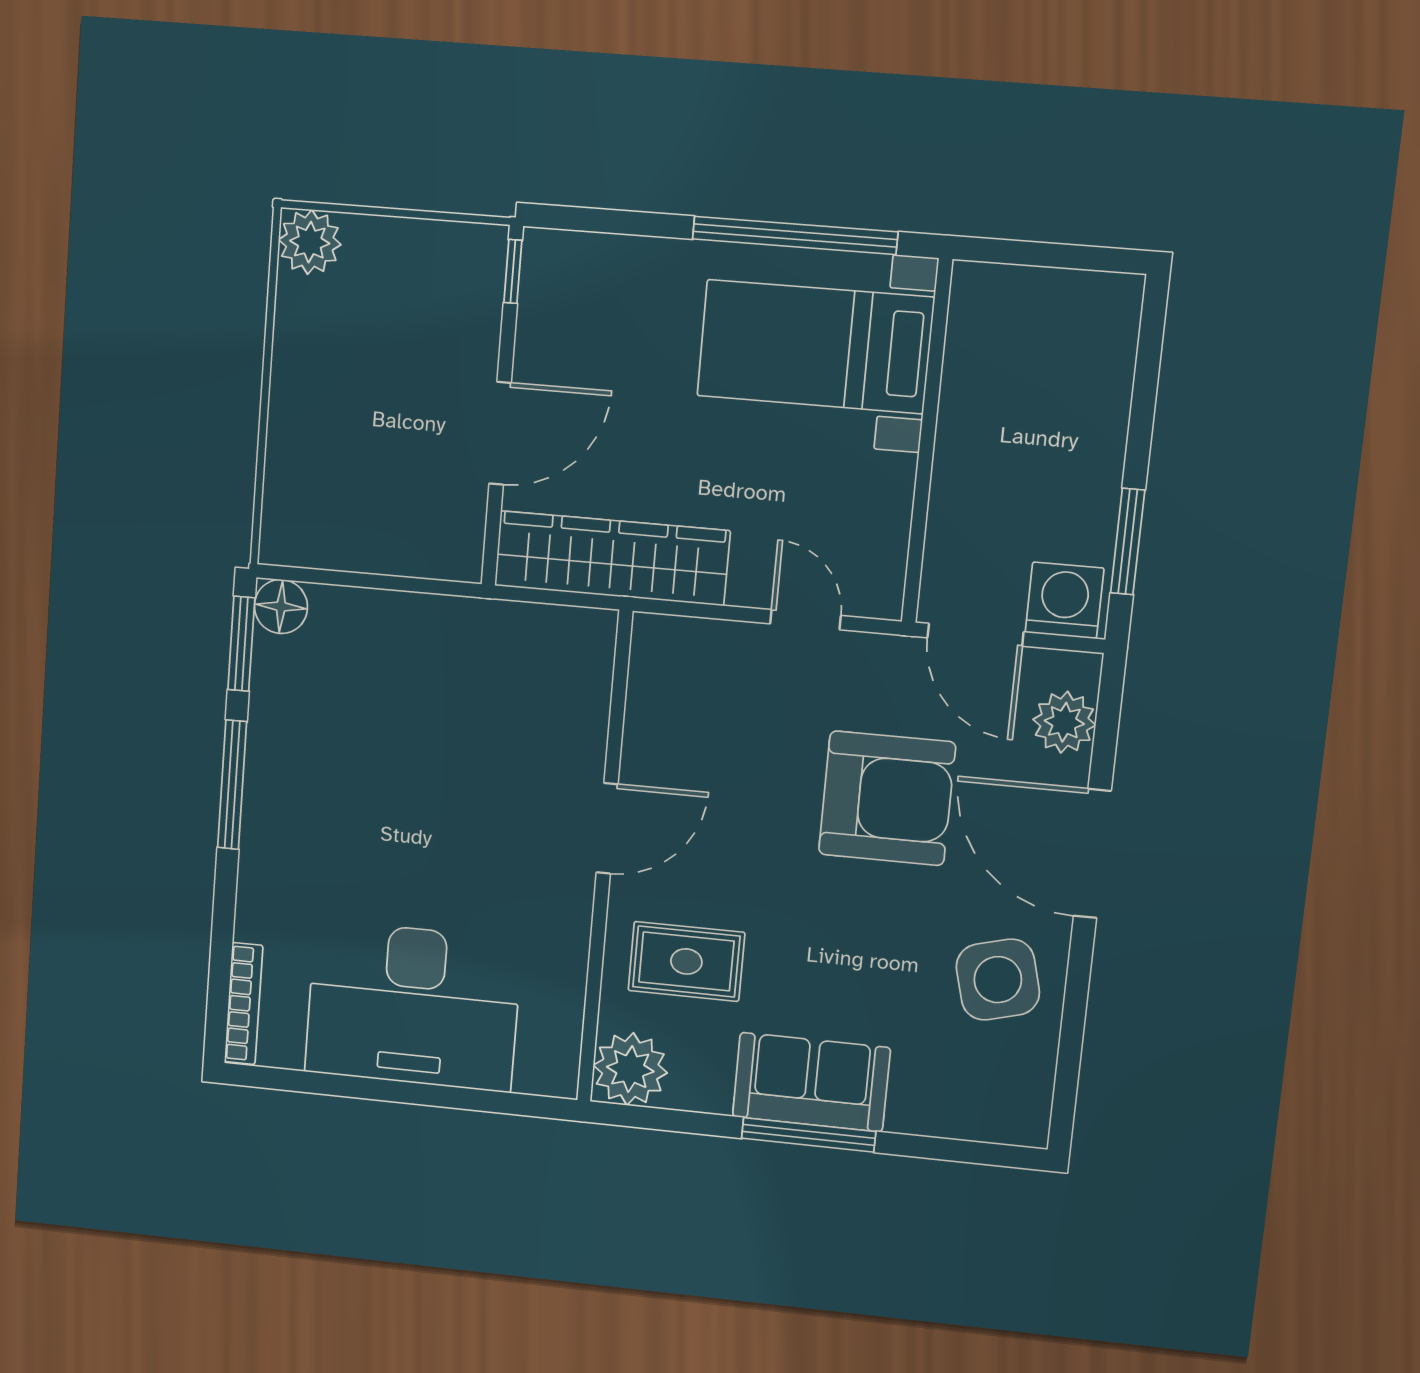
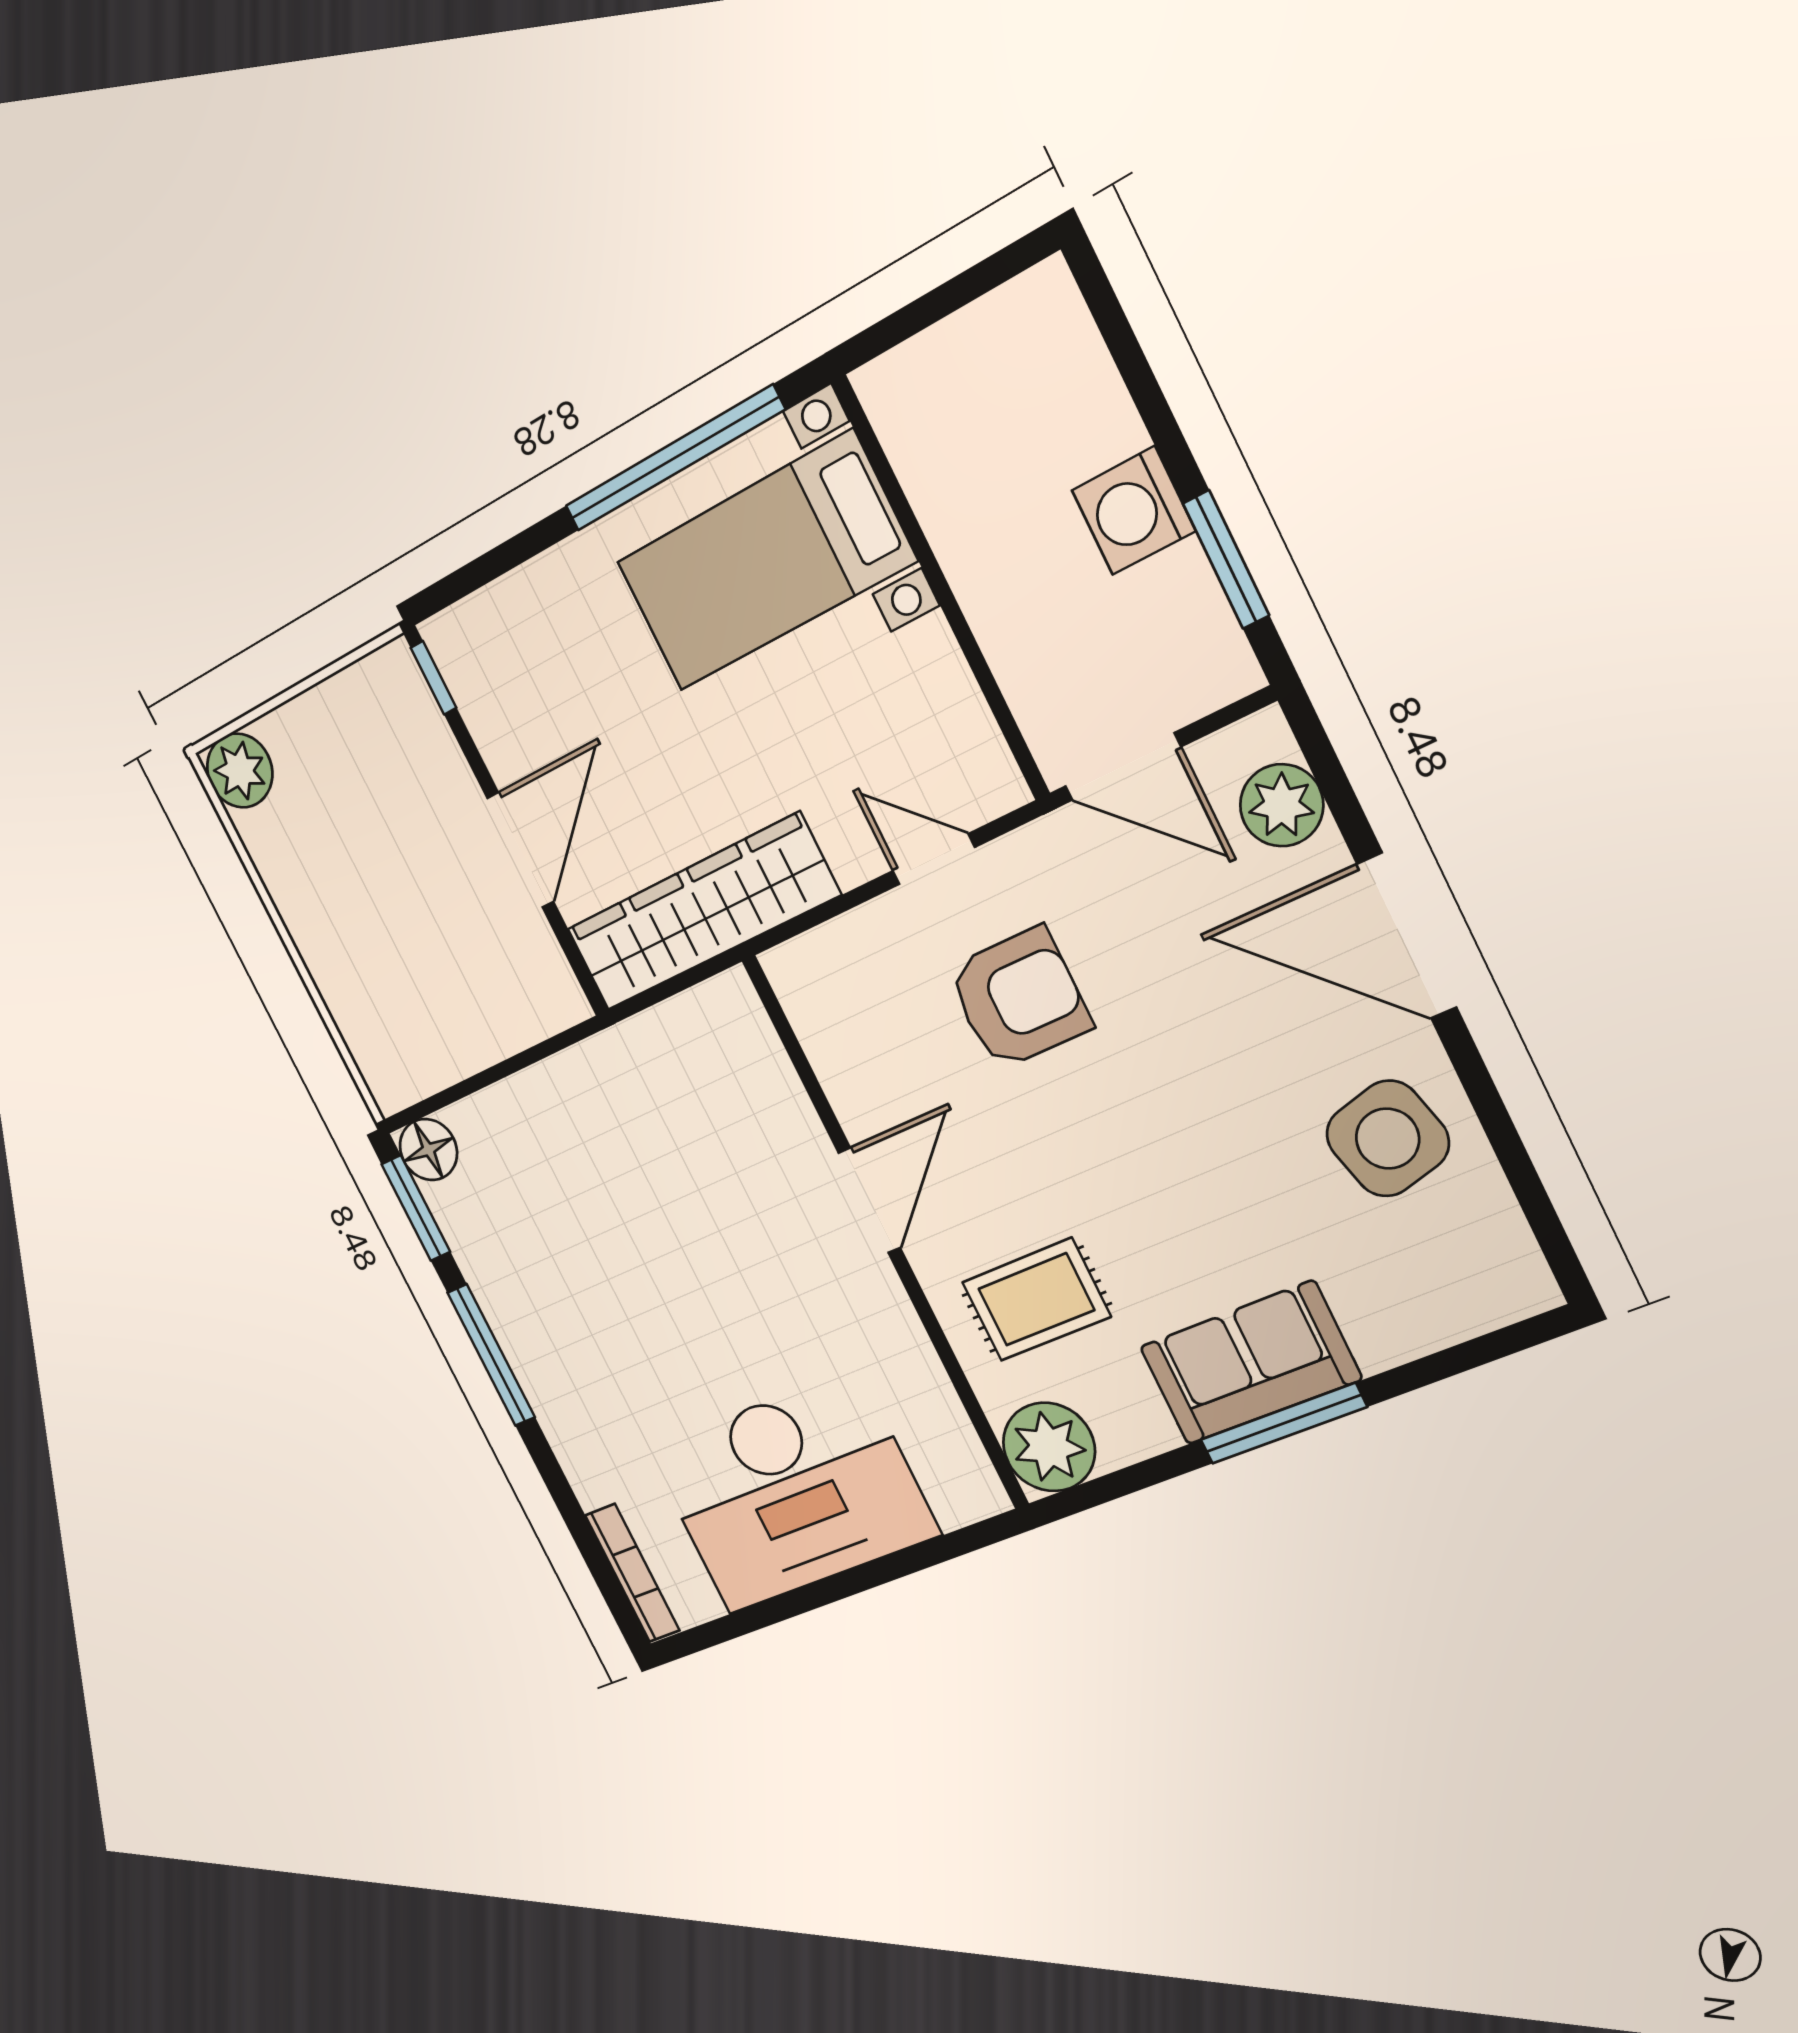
washing machine: (1065, 600) -> (1134, 511), moved, turned -90
armchair: (887, 798) -> (1019, 999), moved, width x0.73, depth x0.73

